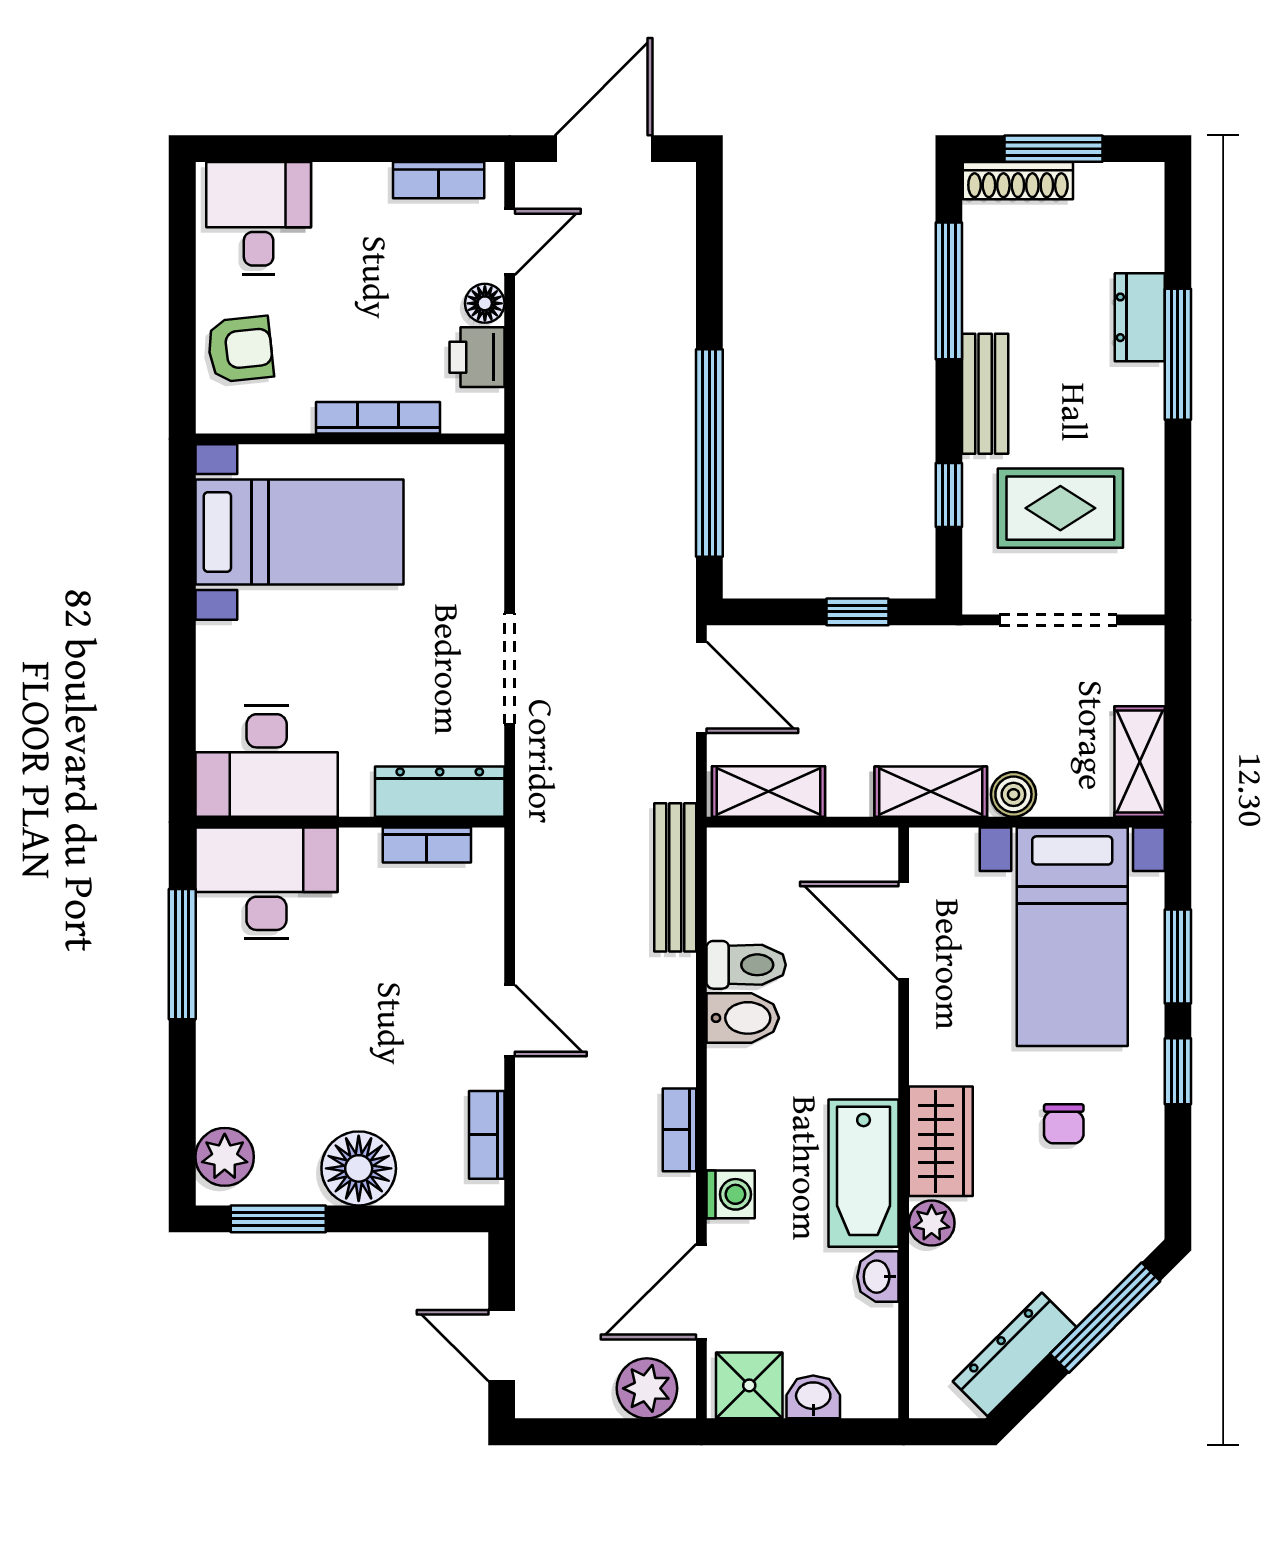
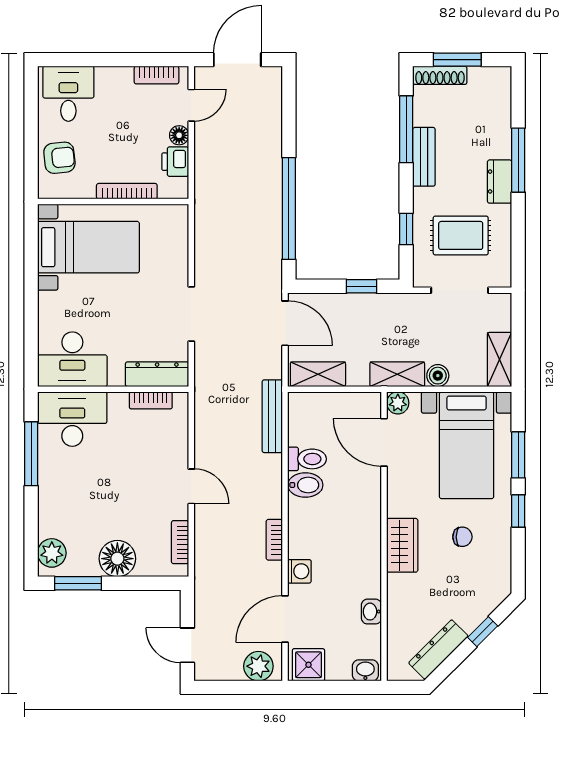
dresser: (1140, 317) -> (500, 182), moved
bench: (985, 394) -> (424, 157), moved
chair: (1064, 1124) -> (462, 537), turned -90
bathtub: (864, 1173) -> (364, 561), removed
plant: (932, 1223) -> (398, 403), moved
window: (1105, 1318) -> (483, 632), width x0.46
washbasin: (813, 1397) -> (365, 670), moved

